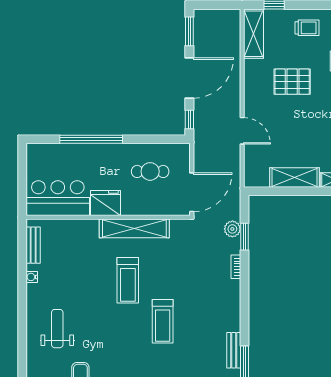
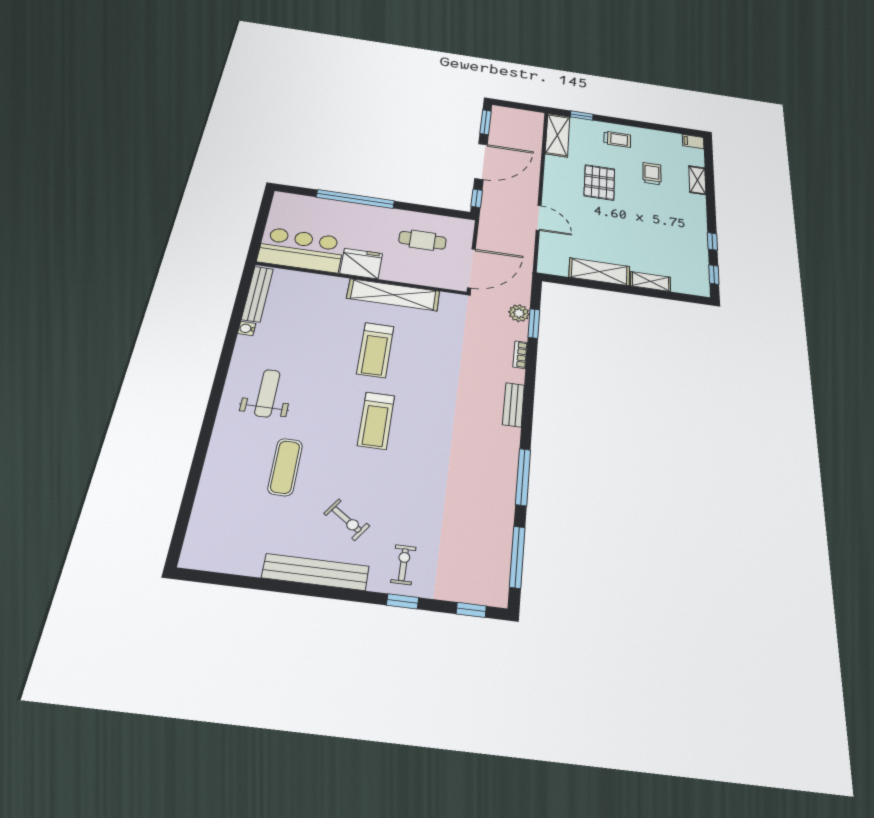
pallet: (292, 82) -> (599, 182), turned 90
bench: (33, 245) -> (257, 294), width x1.36
treadmill: (163, 321) -> (376, 421), moved
bench: (234, 350) -> (513, 405), moved

